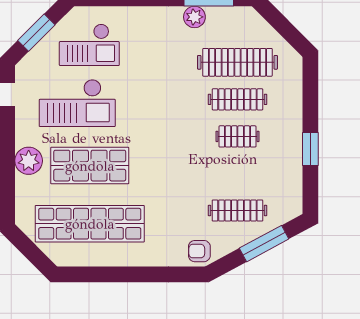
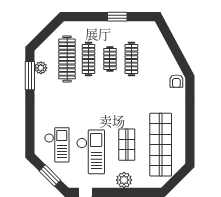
plant: (194, 17) -> (41, 68), moved
shop shelf: (90, 166) -> (127, 145), width x0.70, depth x0.74
clothes rail: (237, 211) -> (131, 59), moved
window: (264, 244) -> (172, 44), removed

